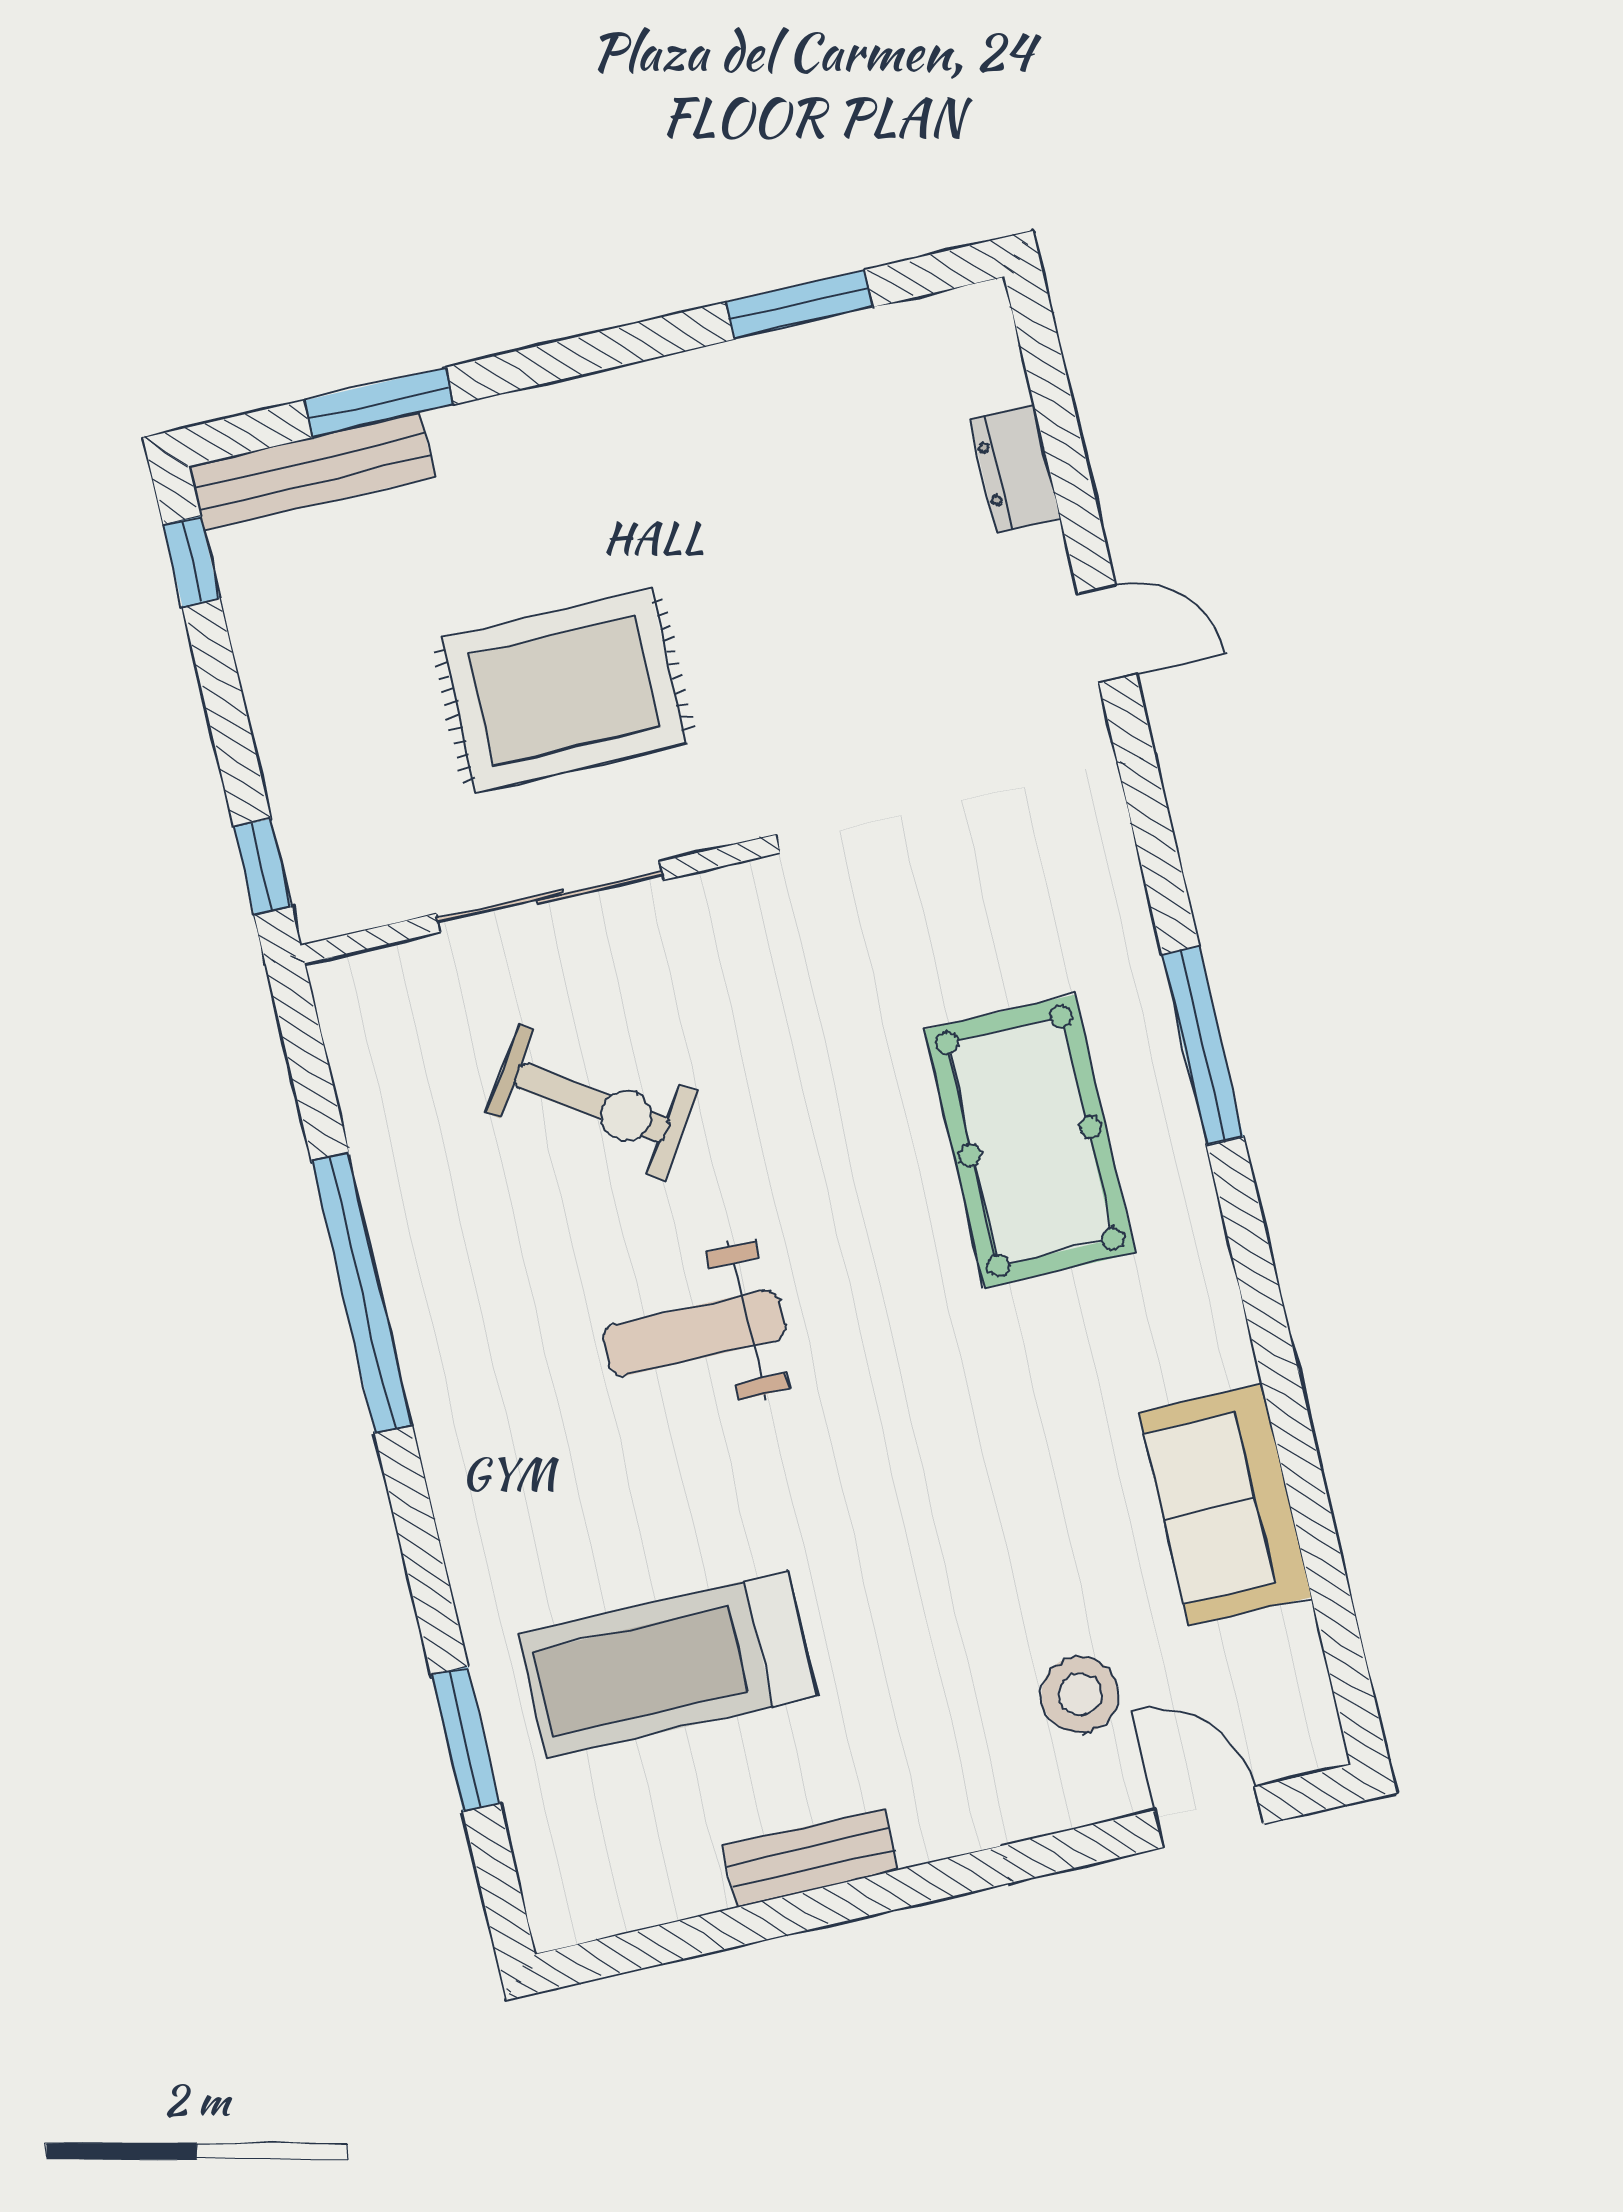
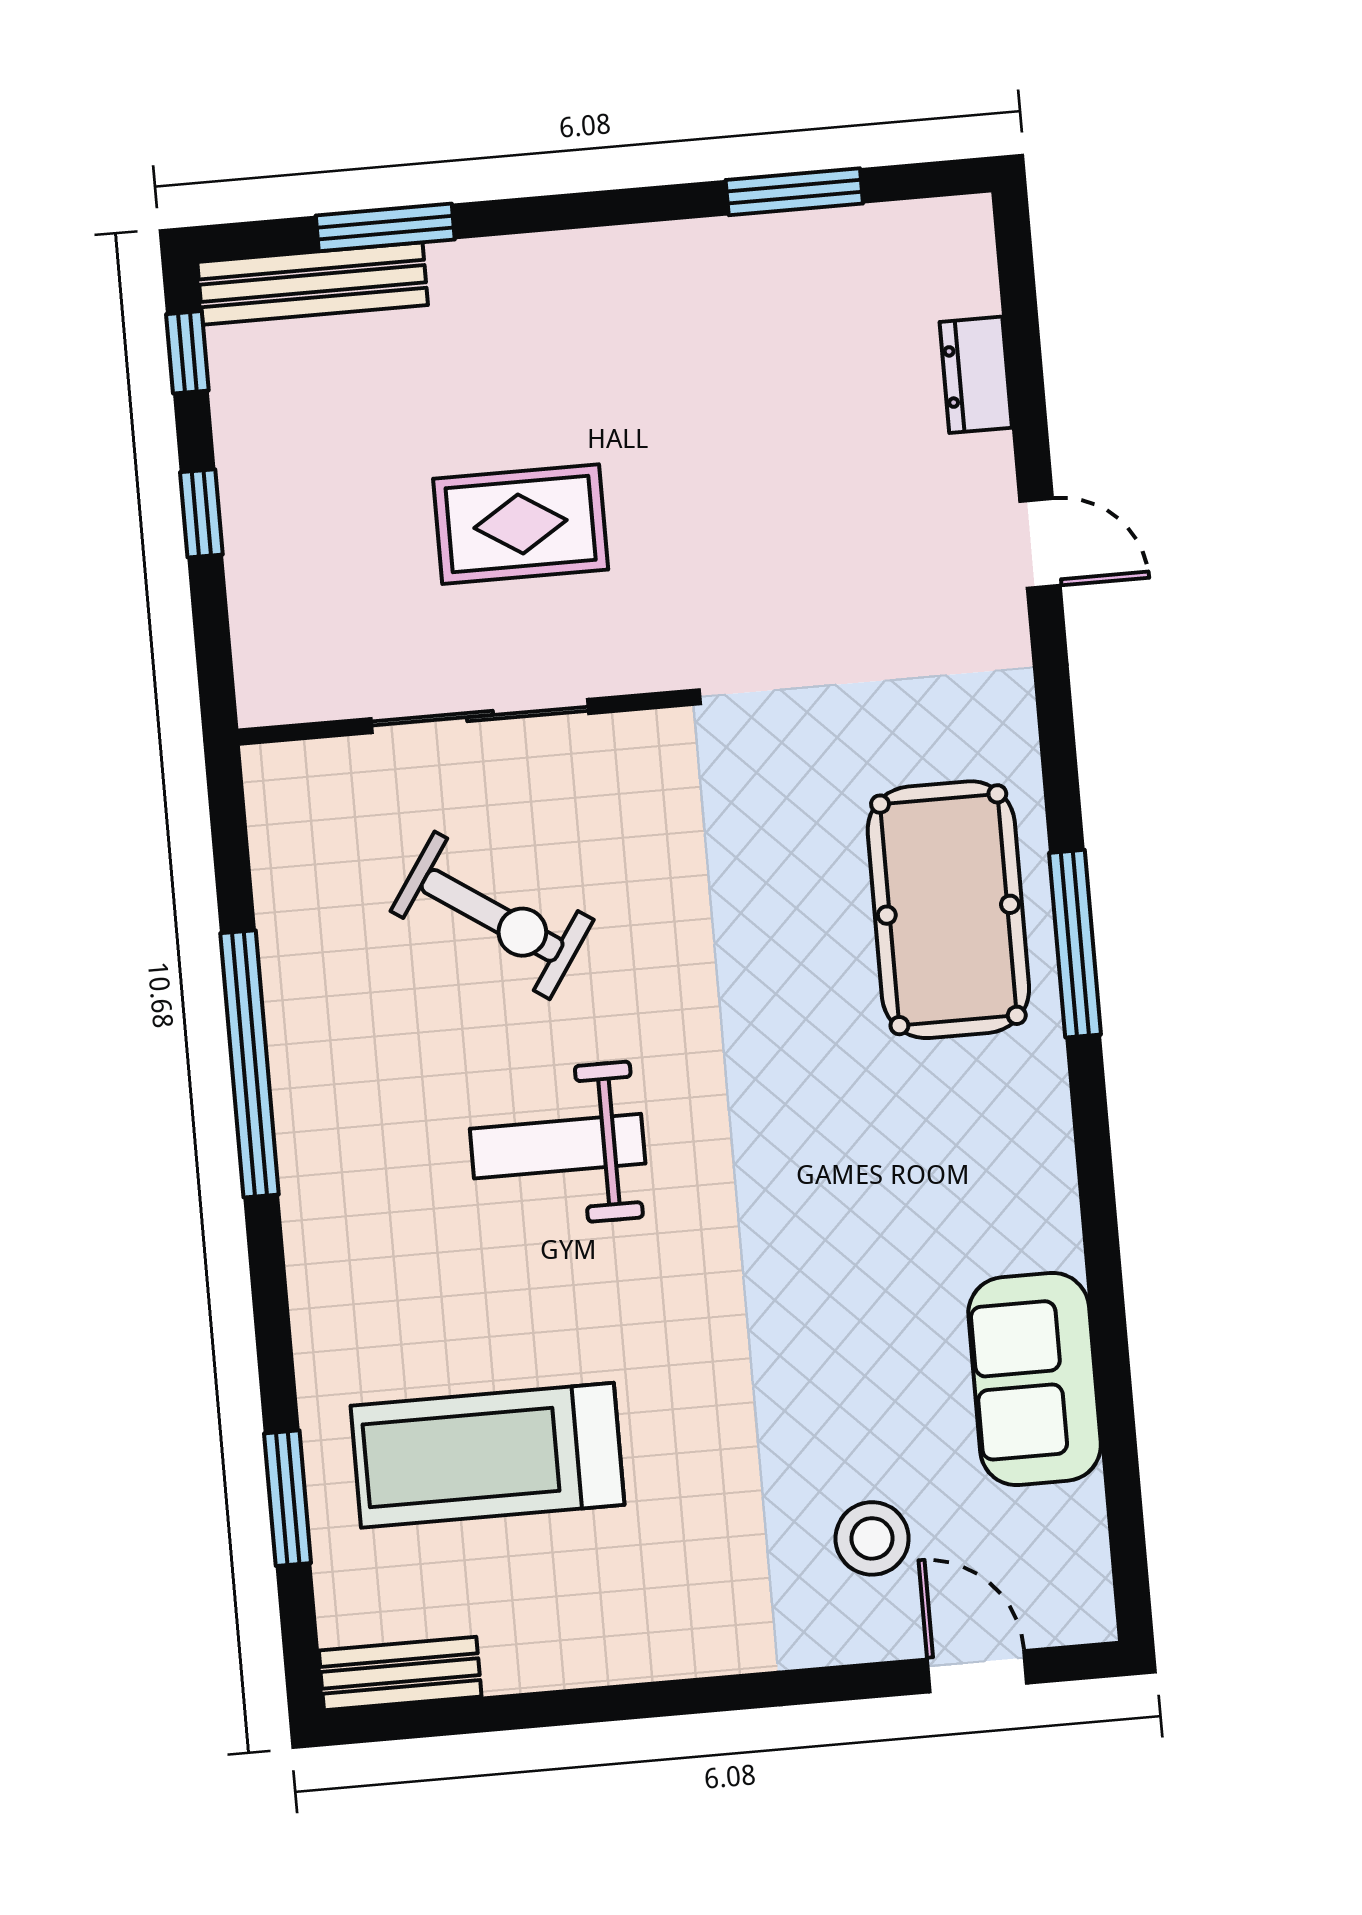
rug: (564, 691) -> (521, 524), width x0.73, depth x0.70
window: (263, 867) -> (201, 513), moved
pool table: (1030, 1141) -> (948, 910), moved
bench: (810, 1858) -> (400, 1673), moved

